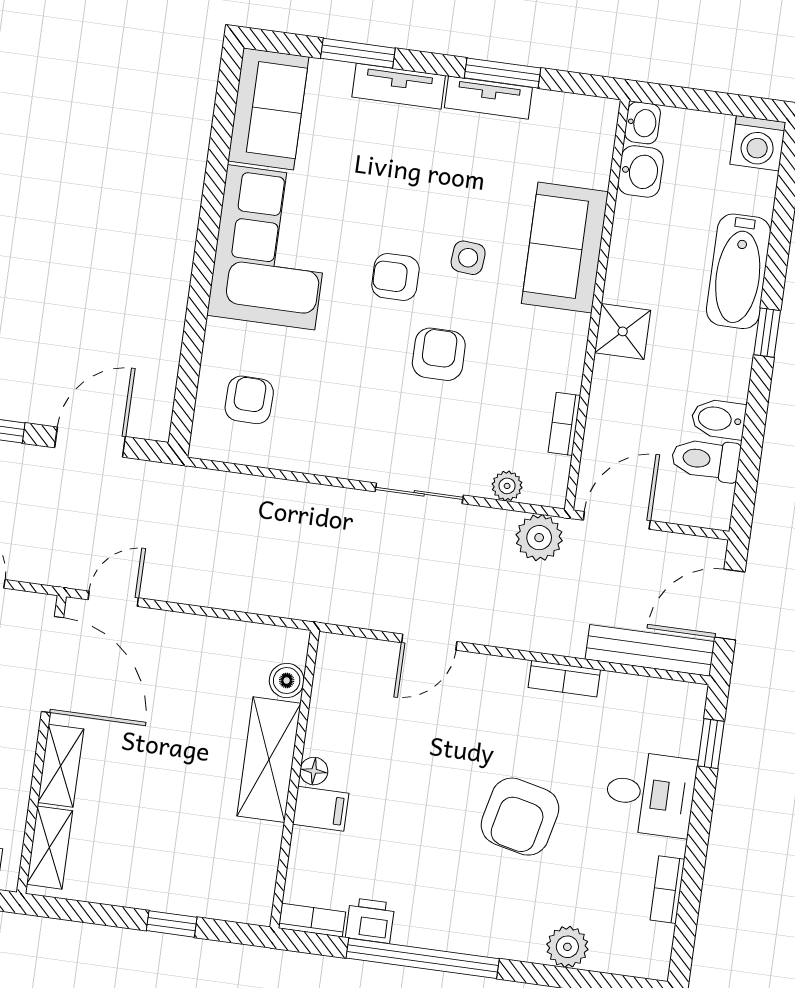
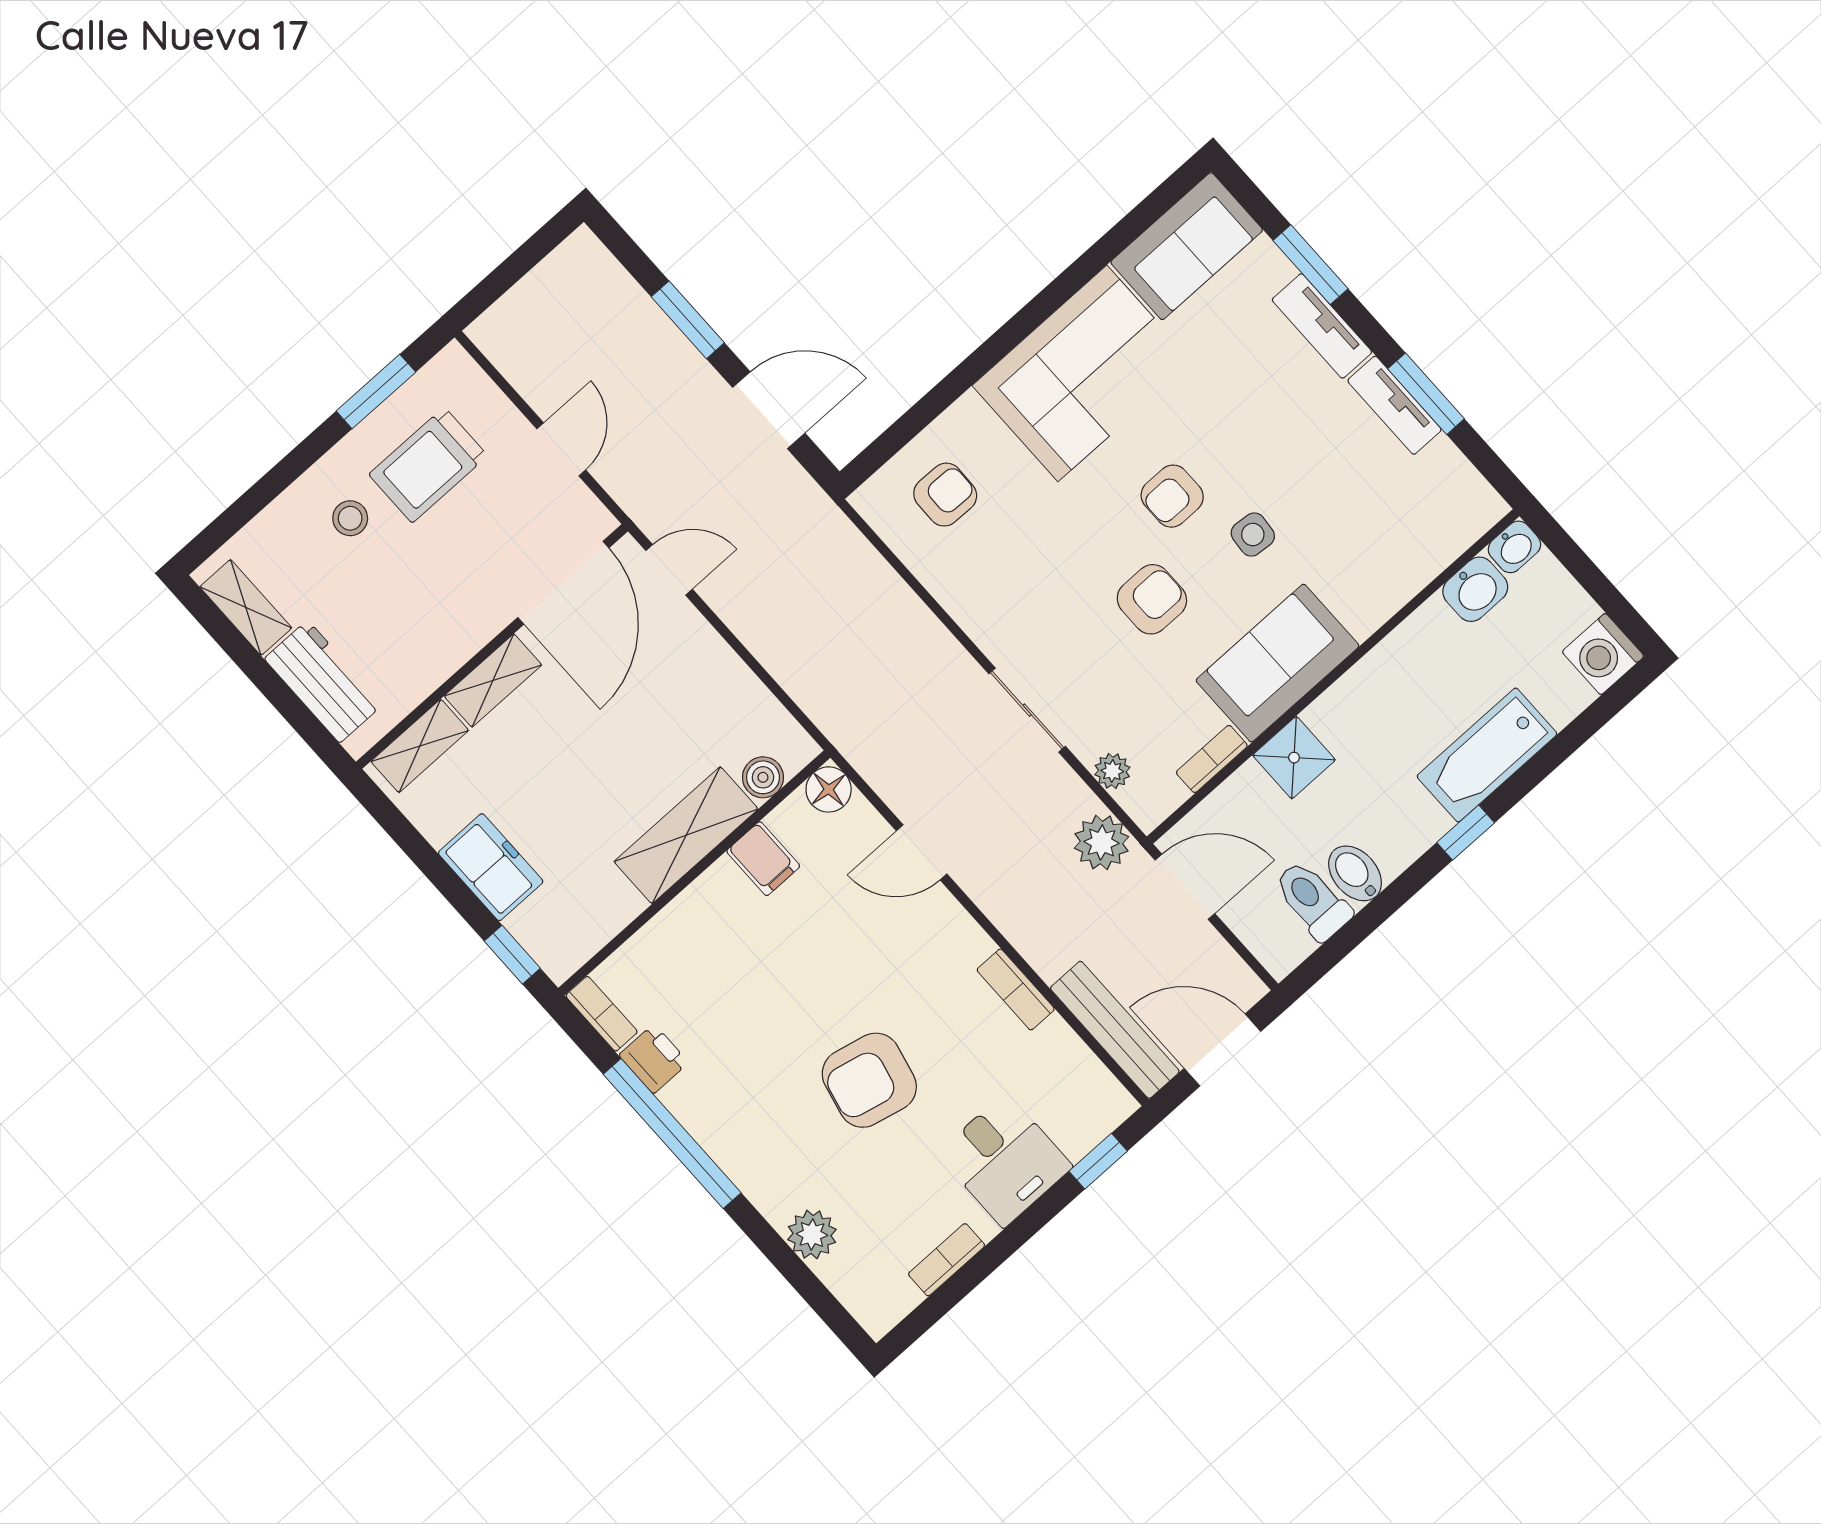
sofa: (565, 248) -> (1277, 663), moved
armchair: (395, 277) -> (1172, 496), turned -90
shower: (623, 331) -> (1294, 758), moved
floor lamp: (314, 771) -> (829, 789), moved, width x1.37, depth x1.37
filing cabinet: (321, 809) -> (763, 859), moved
freezer: (161, 887) -> (491, 867), added
window: (172, 924) -> (512, 955), moved

